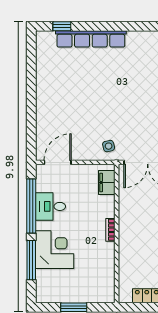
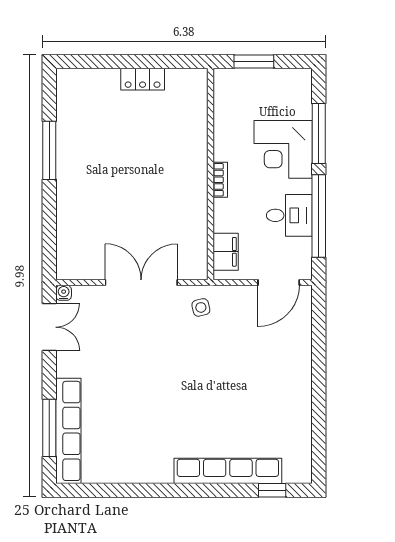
filing cabinet: (107, 183) -> (226, 252), moved
bookcase: (110, 230) -> (220, 180), moved
wall: (117, 234) -> (211, 174), moved

